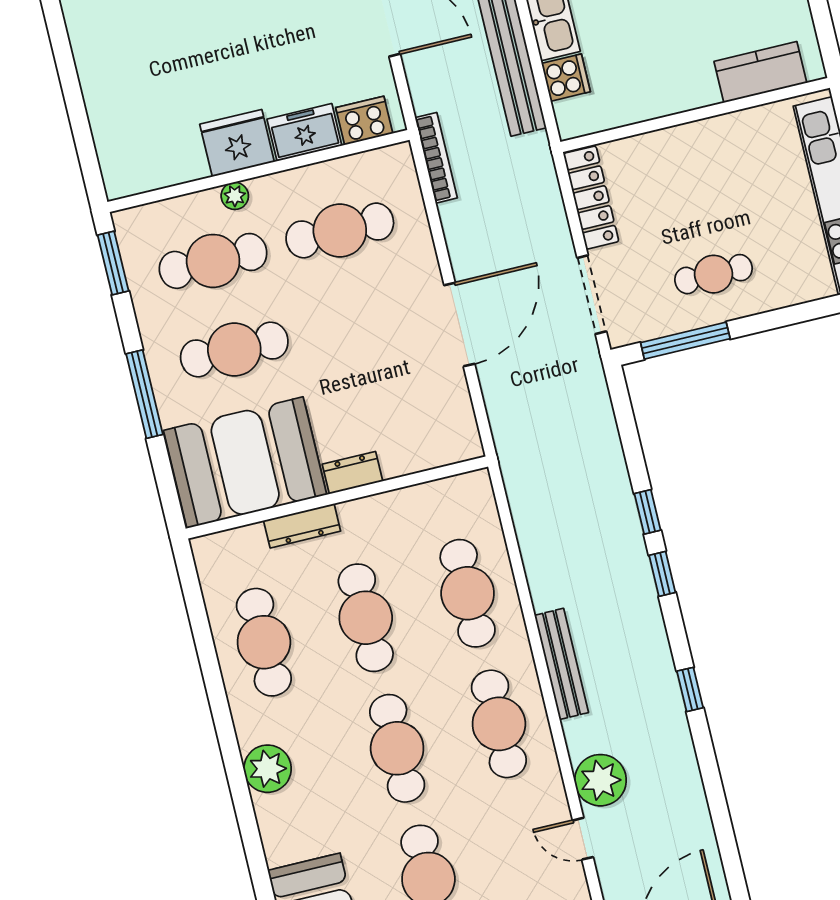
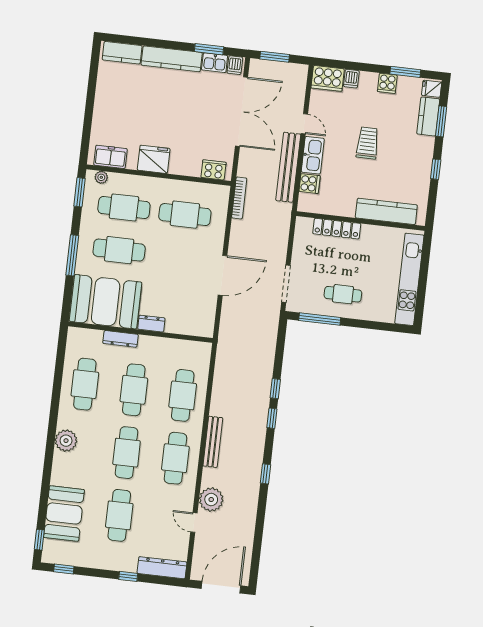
kitchen counter: (760, 72) -> (386, 211), width x1.50
freezer: (304, 132) -> (110, 157), moved
plant: (235, 196) -> (101, 177), moved
locker: (591, 198) -> (337, 229), moved, turned 90

